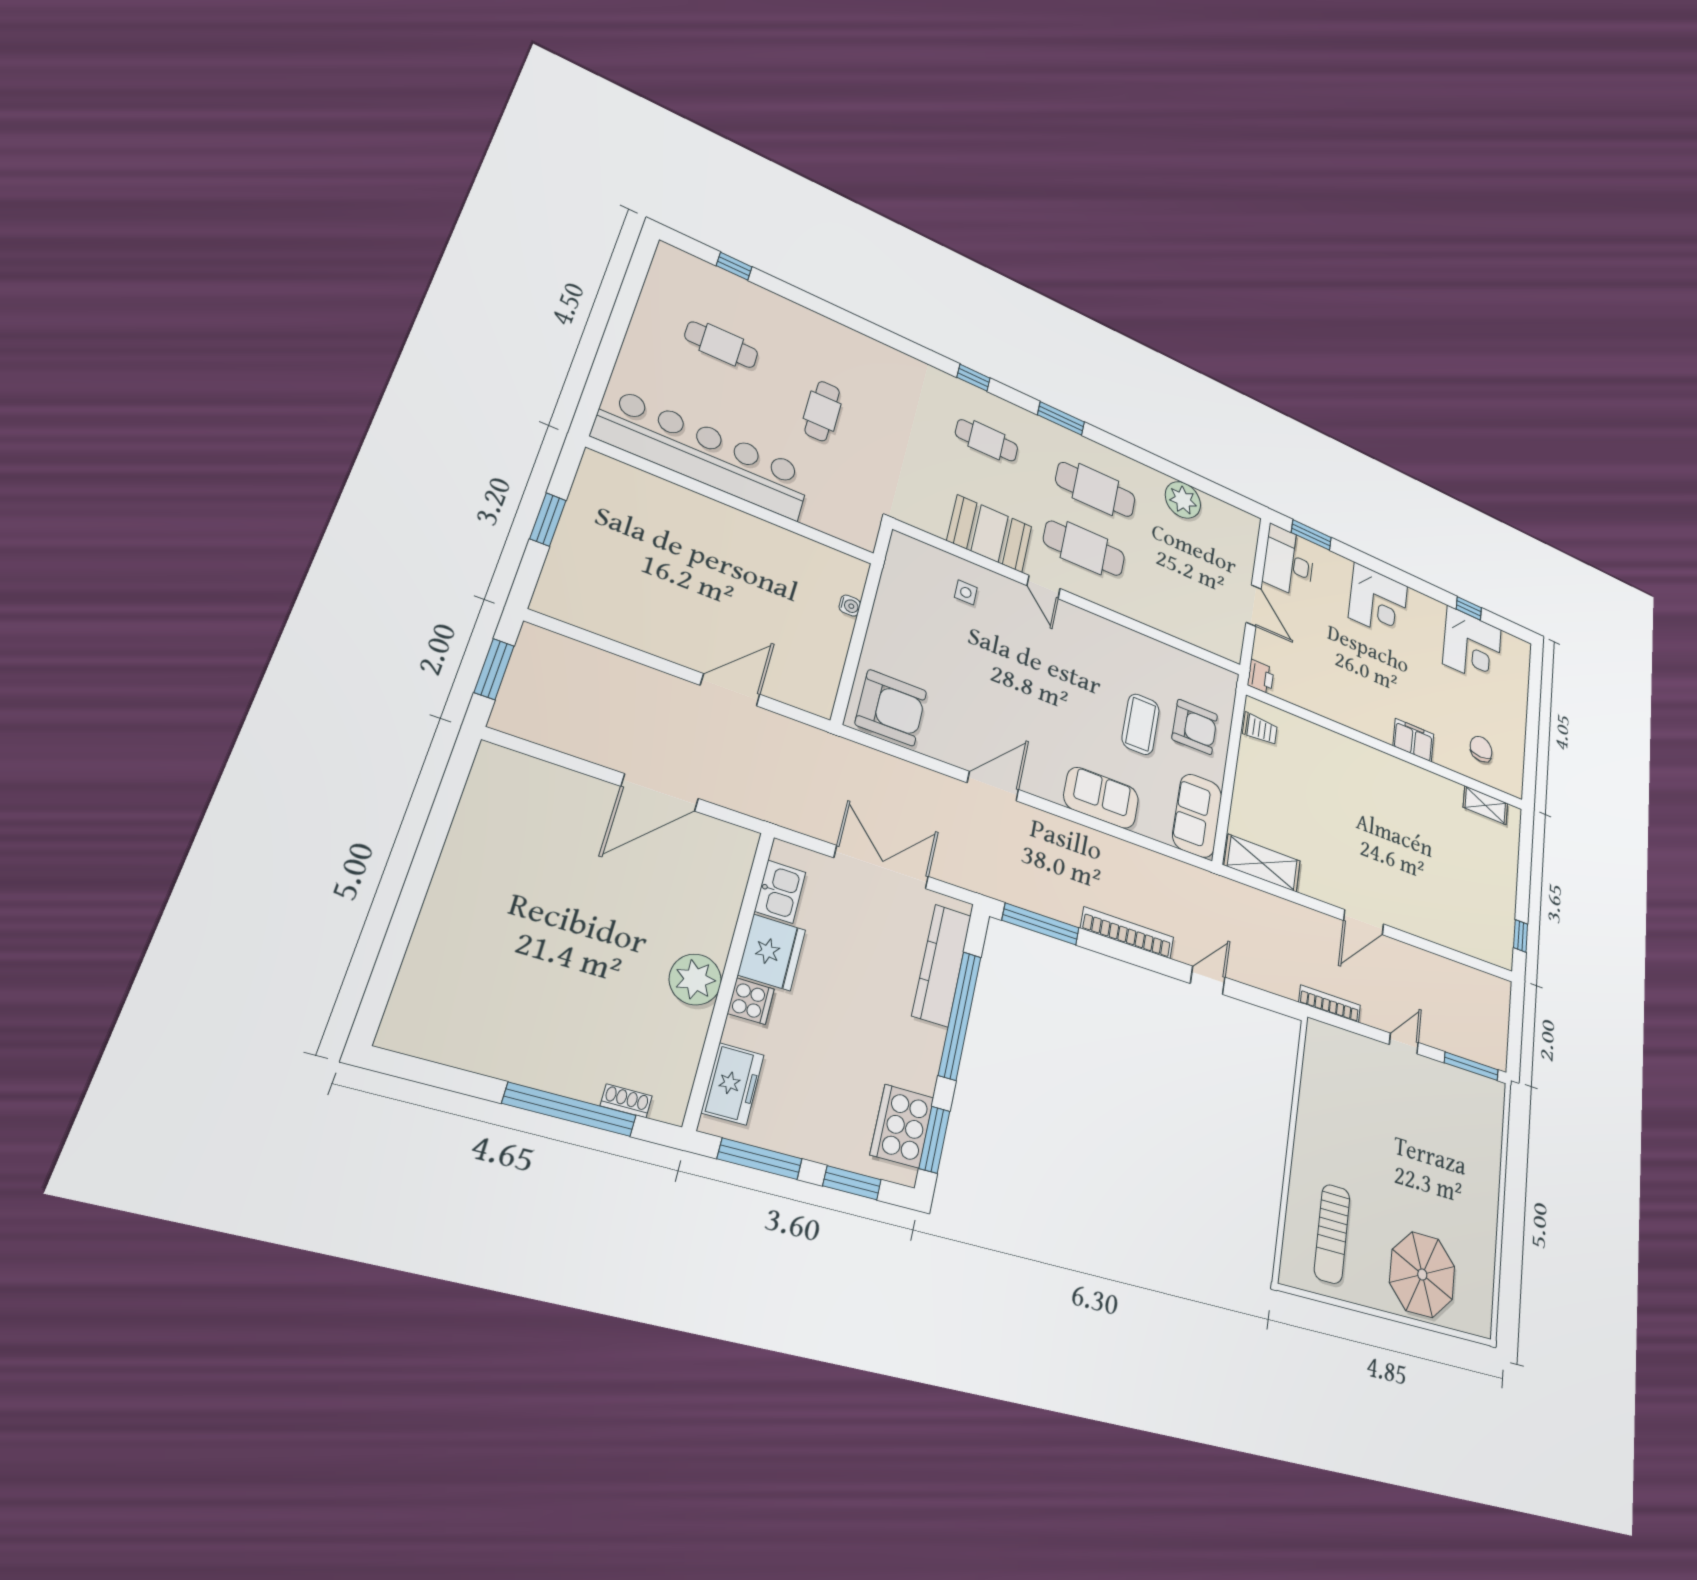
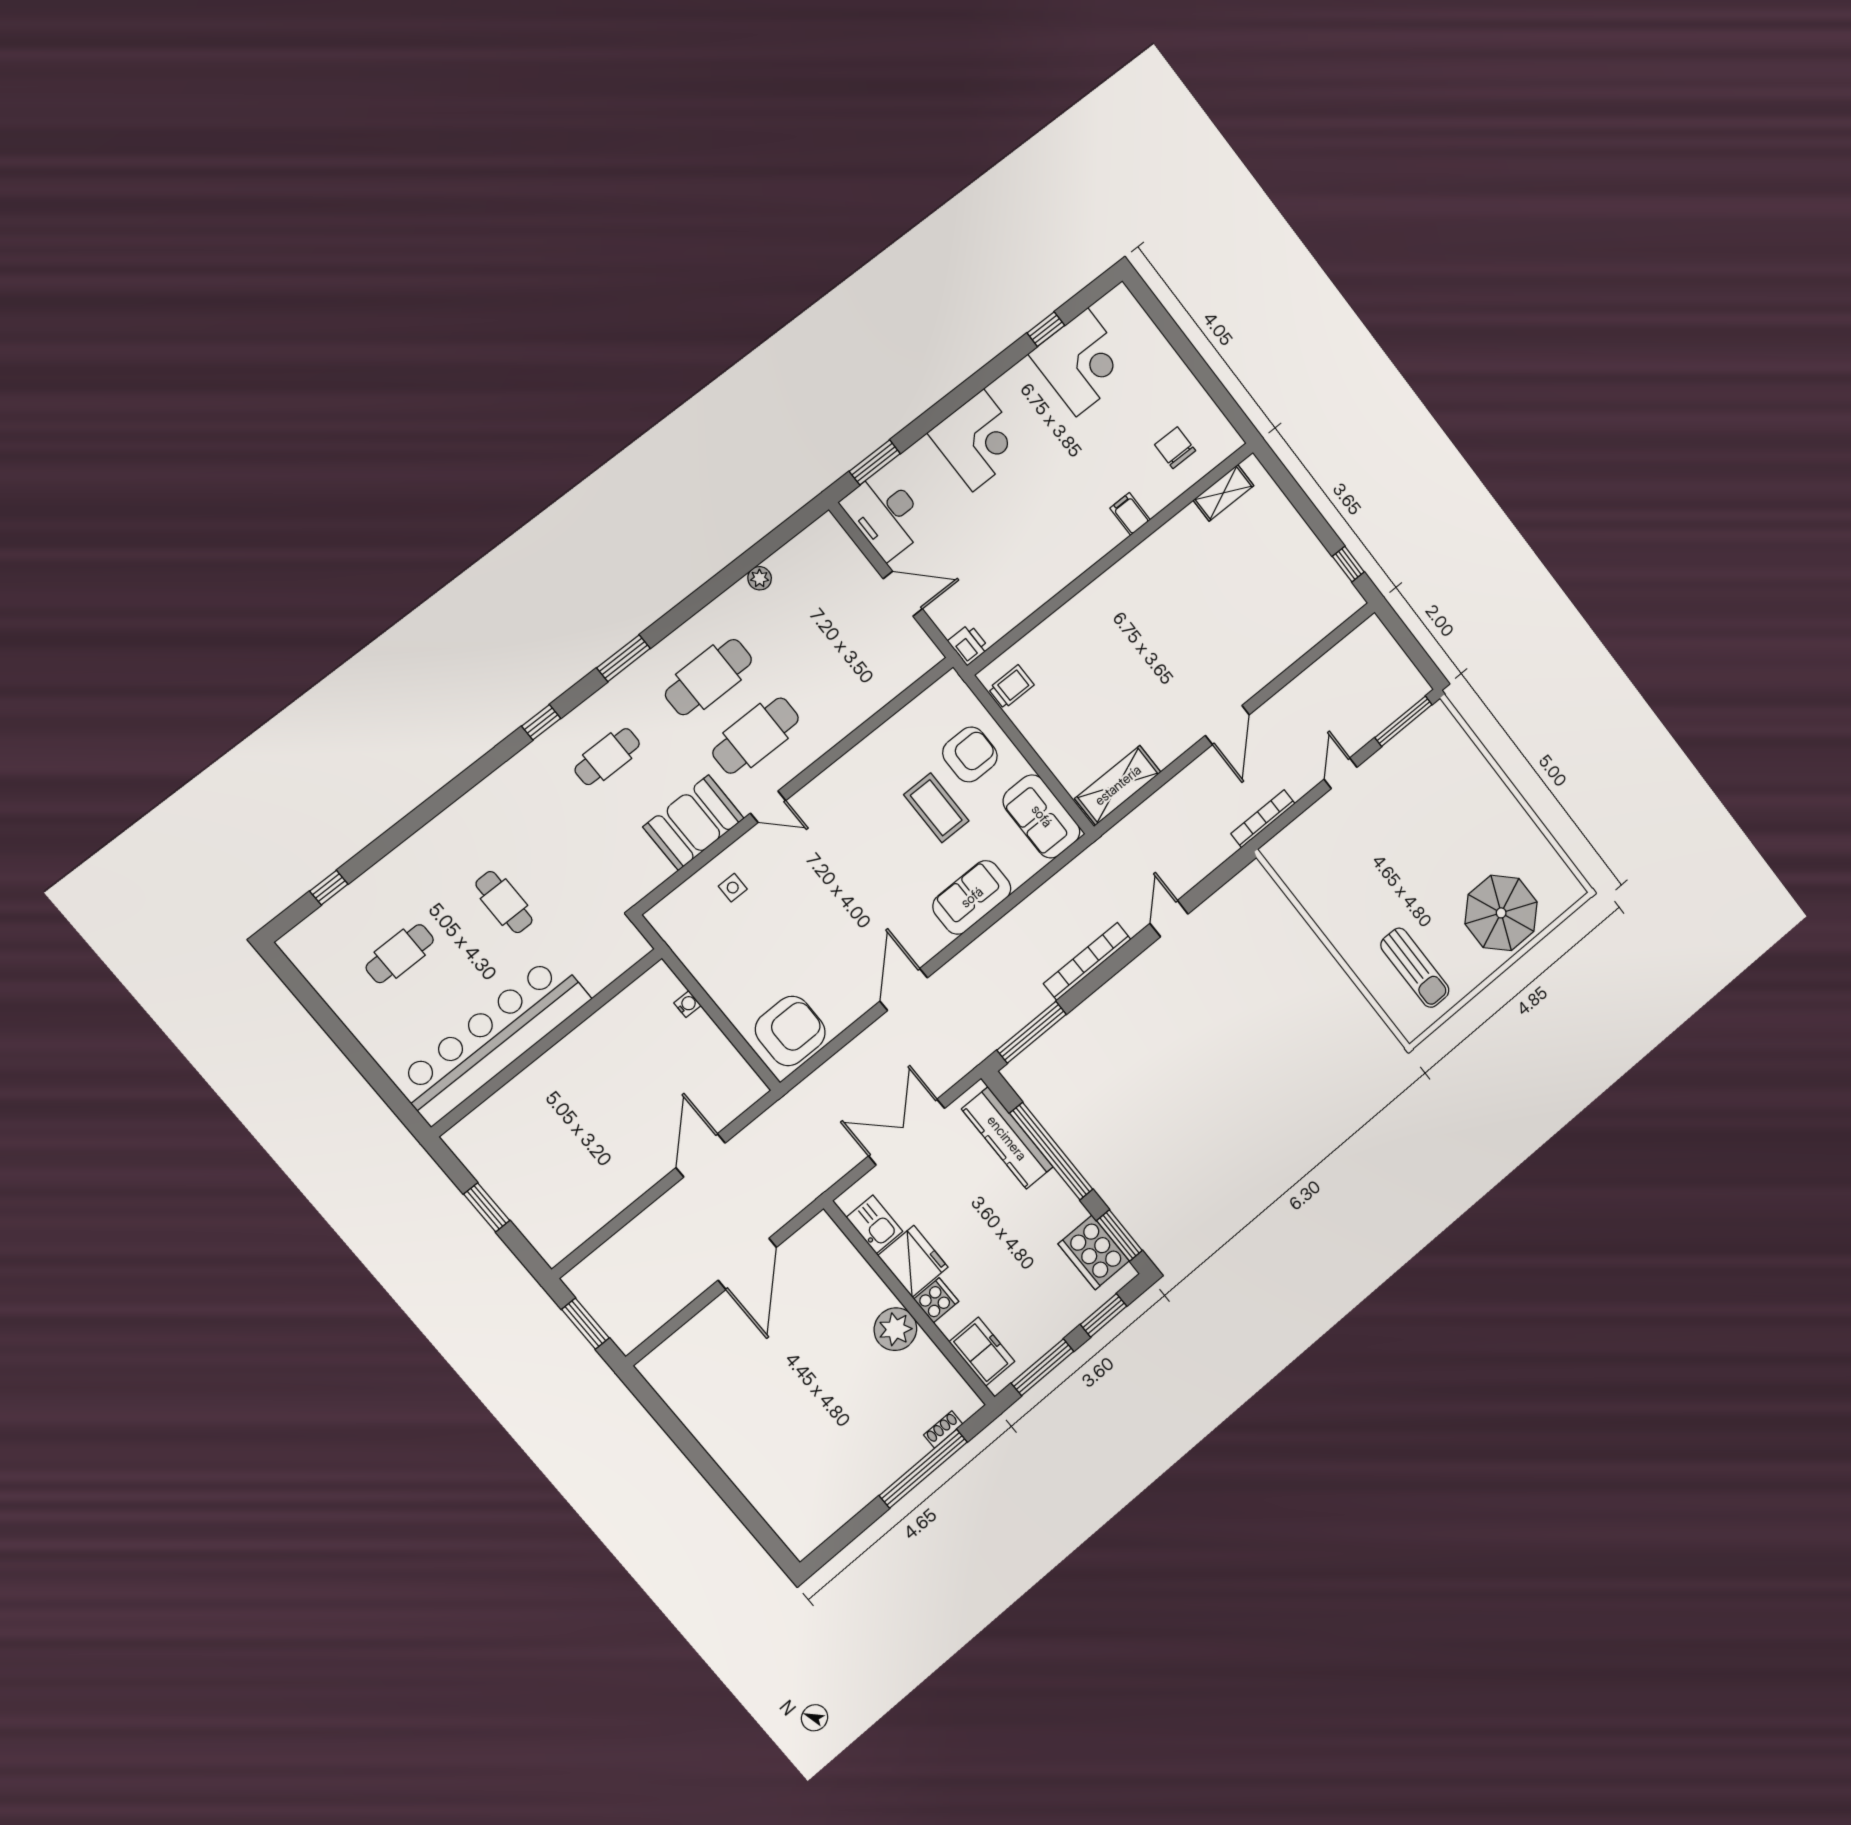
plant: (1183, 500) -> (760, 578), width x0.53, depth x0.53
filing cabinet: (1413, 740) -> (1130, 514), width x0.50

